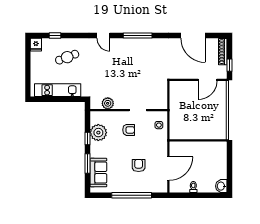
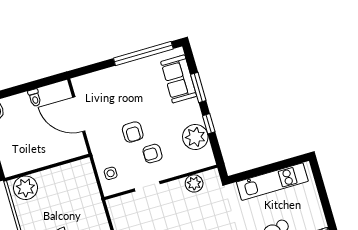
plant: (216, 131) -> (25, 188), added
armchair: (139, 166) -> (133, 132), moved
door: (168, 168) -> (79, 114), hinge flipped
window: (132, 195) -> (143, 53), moved

